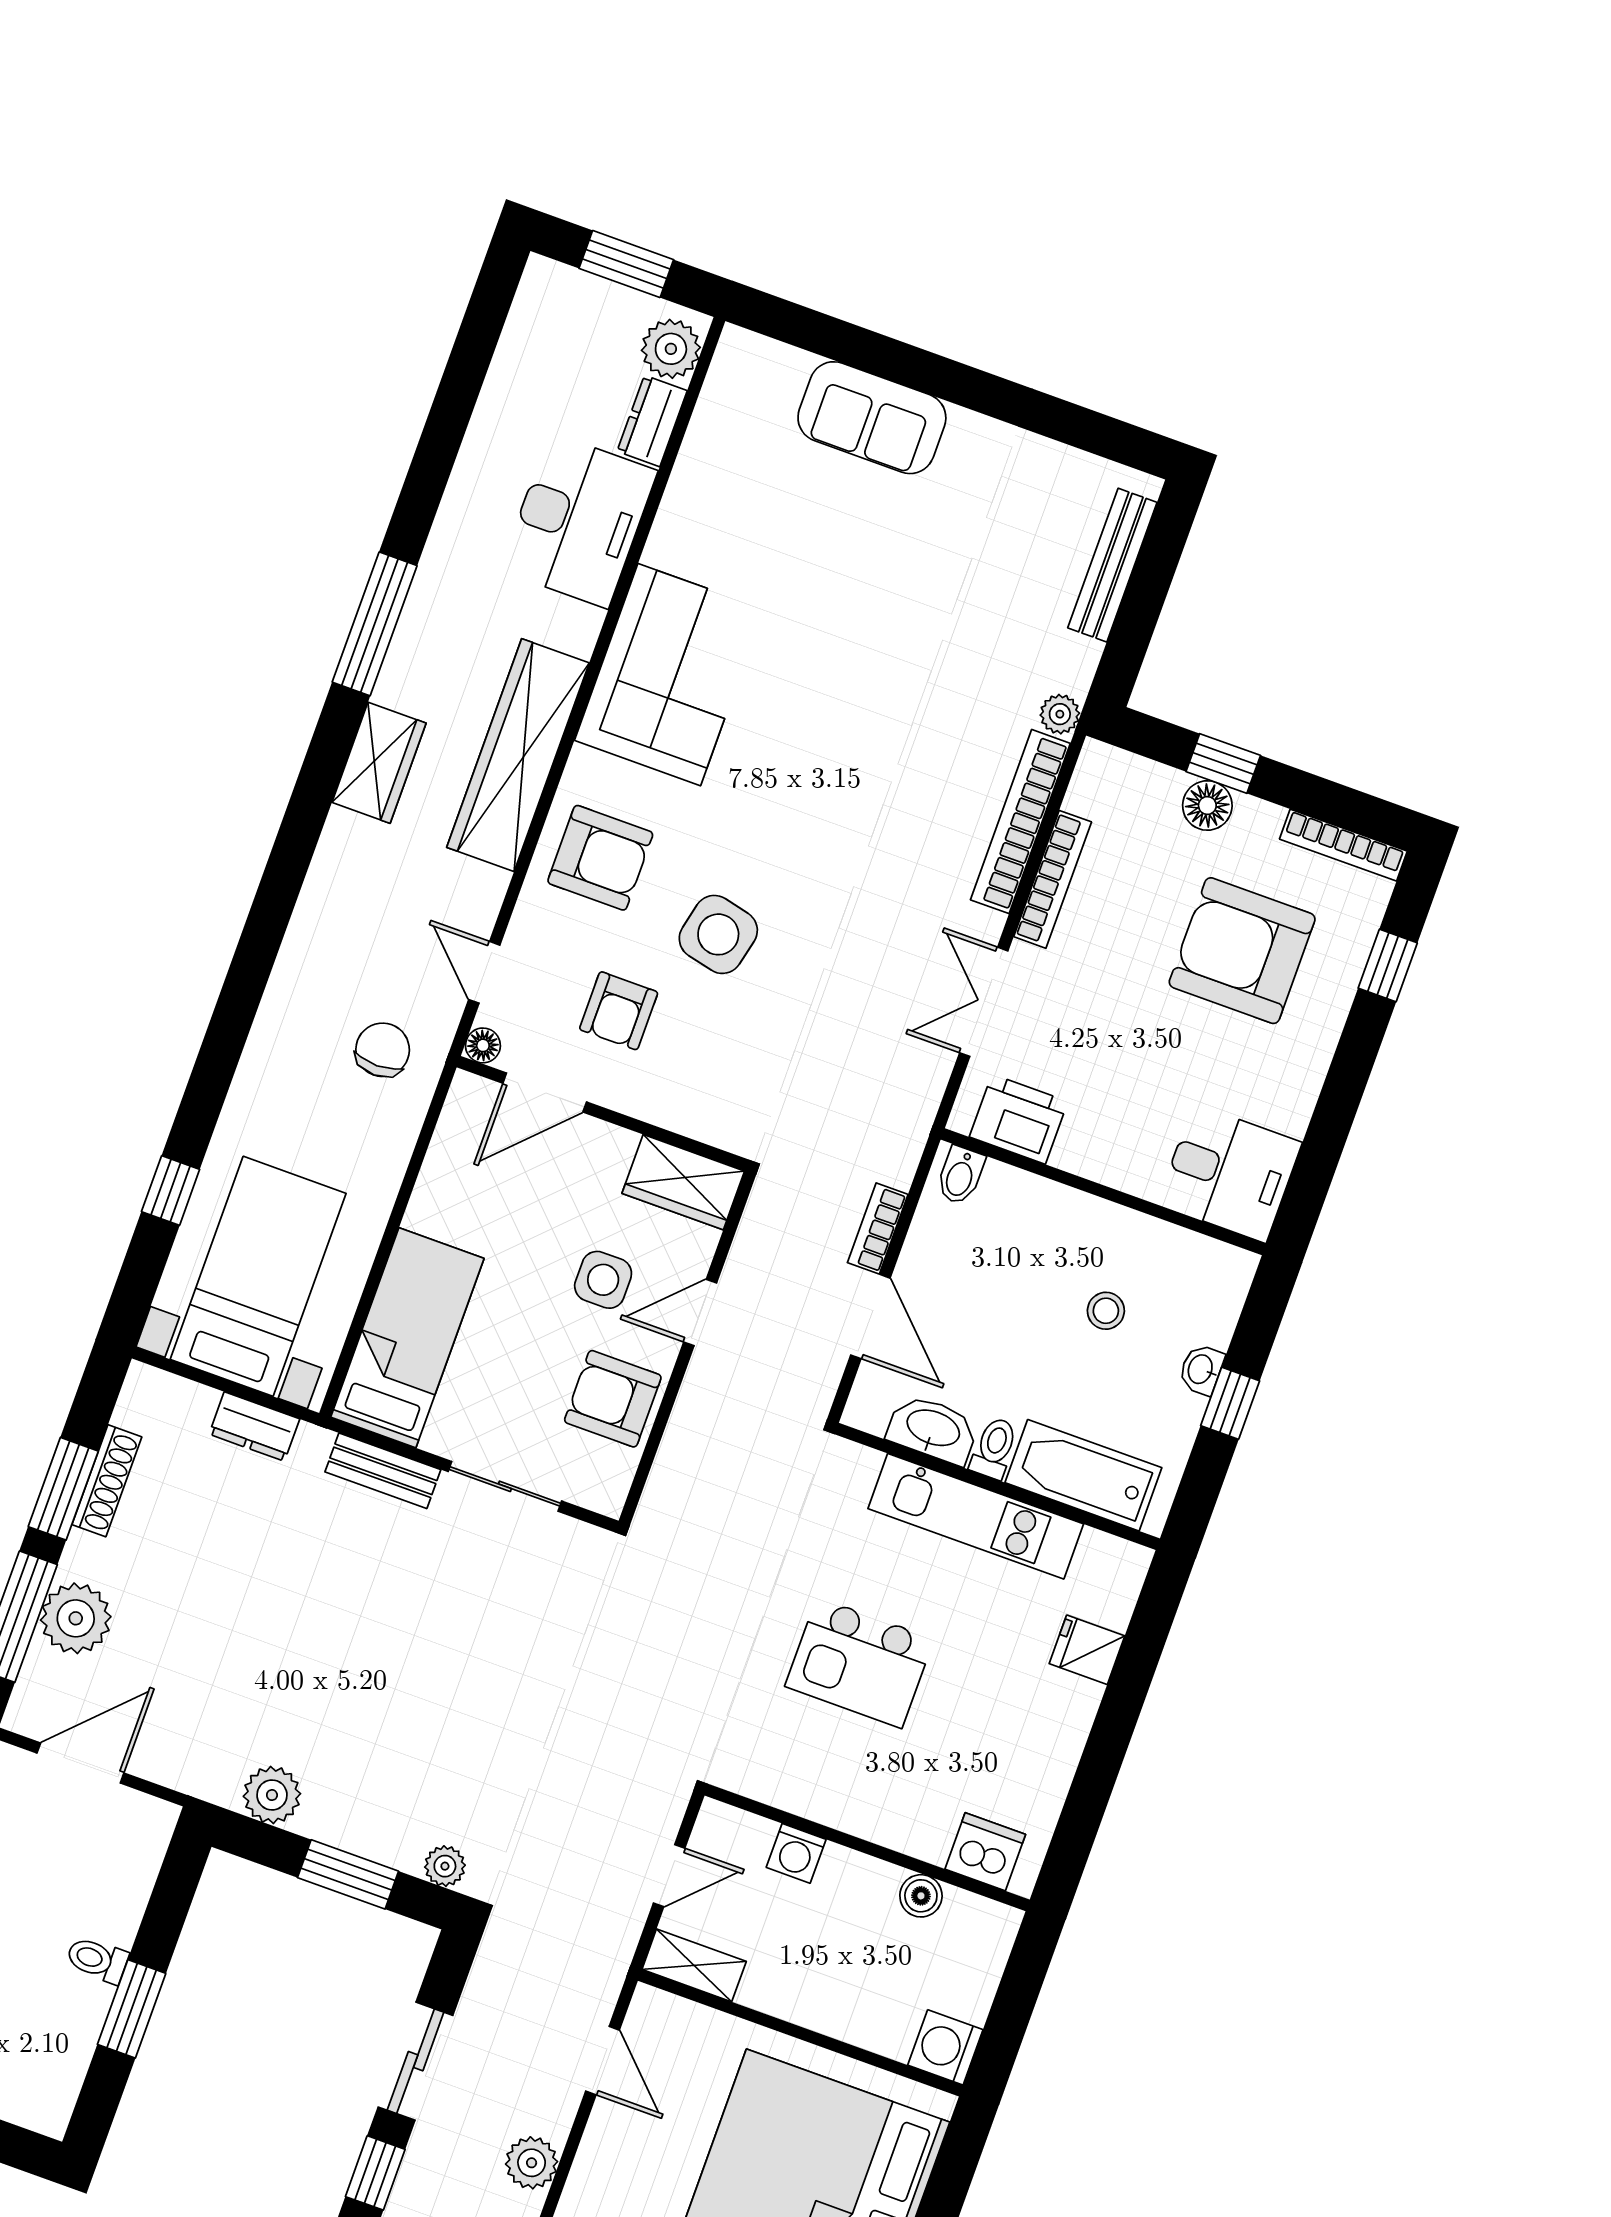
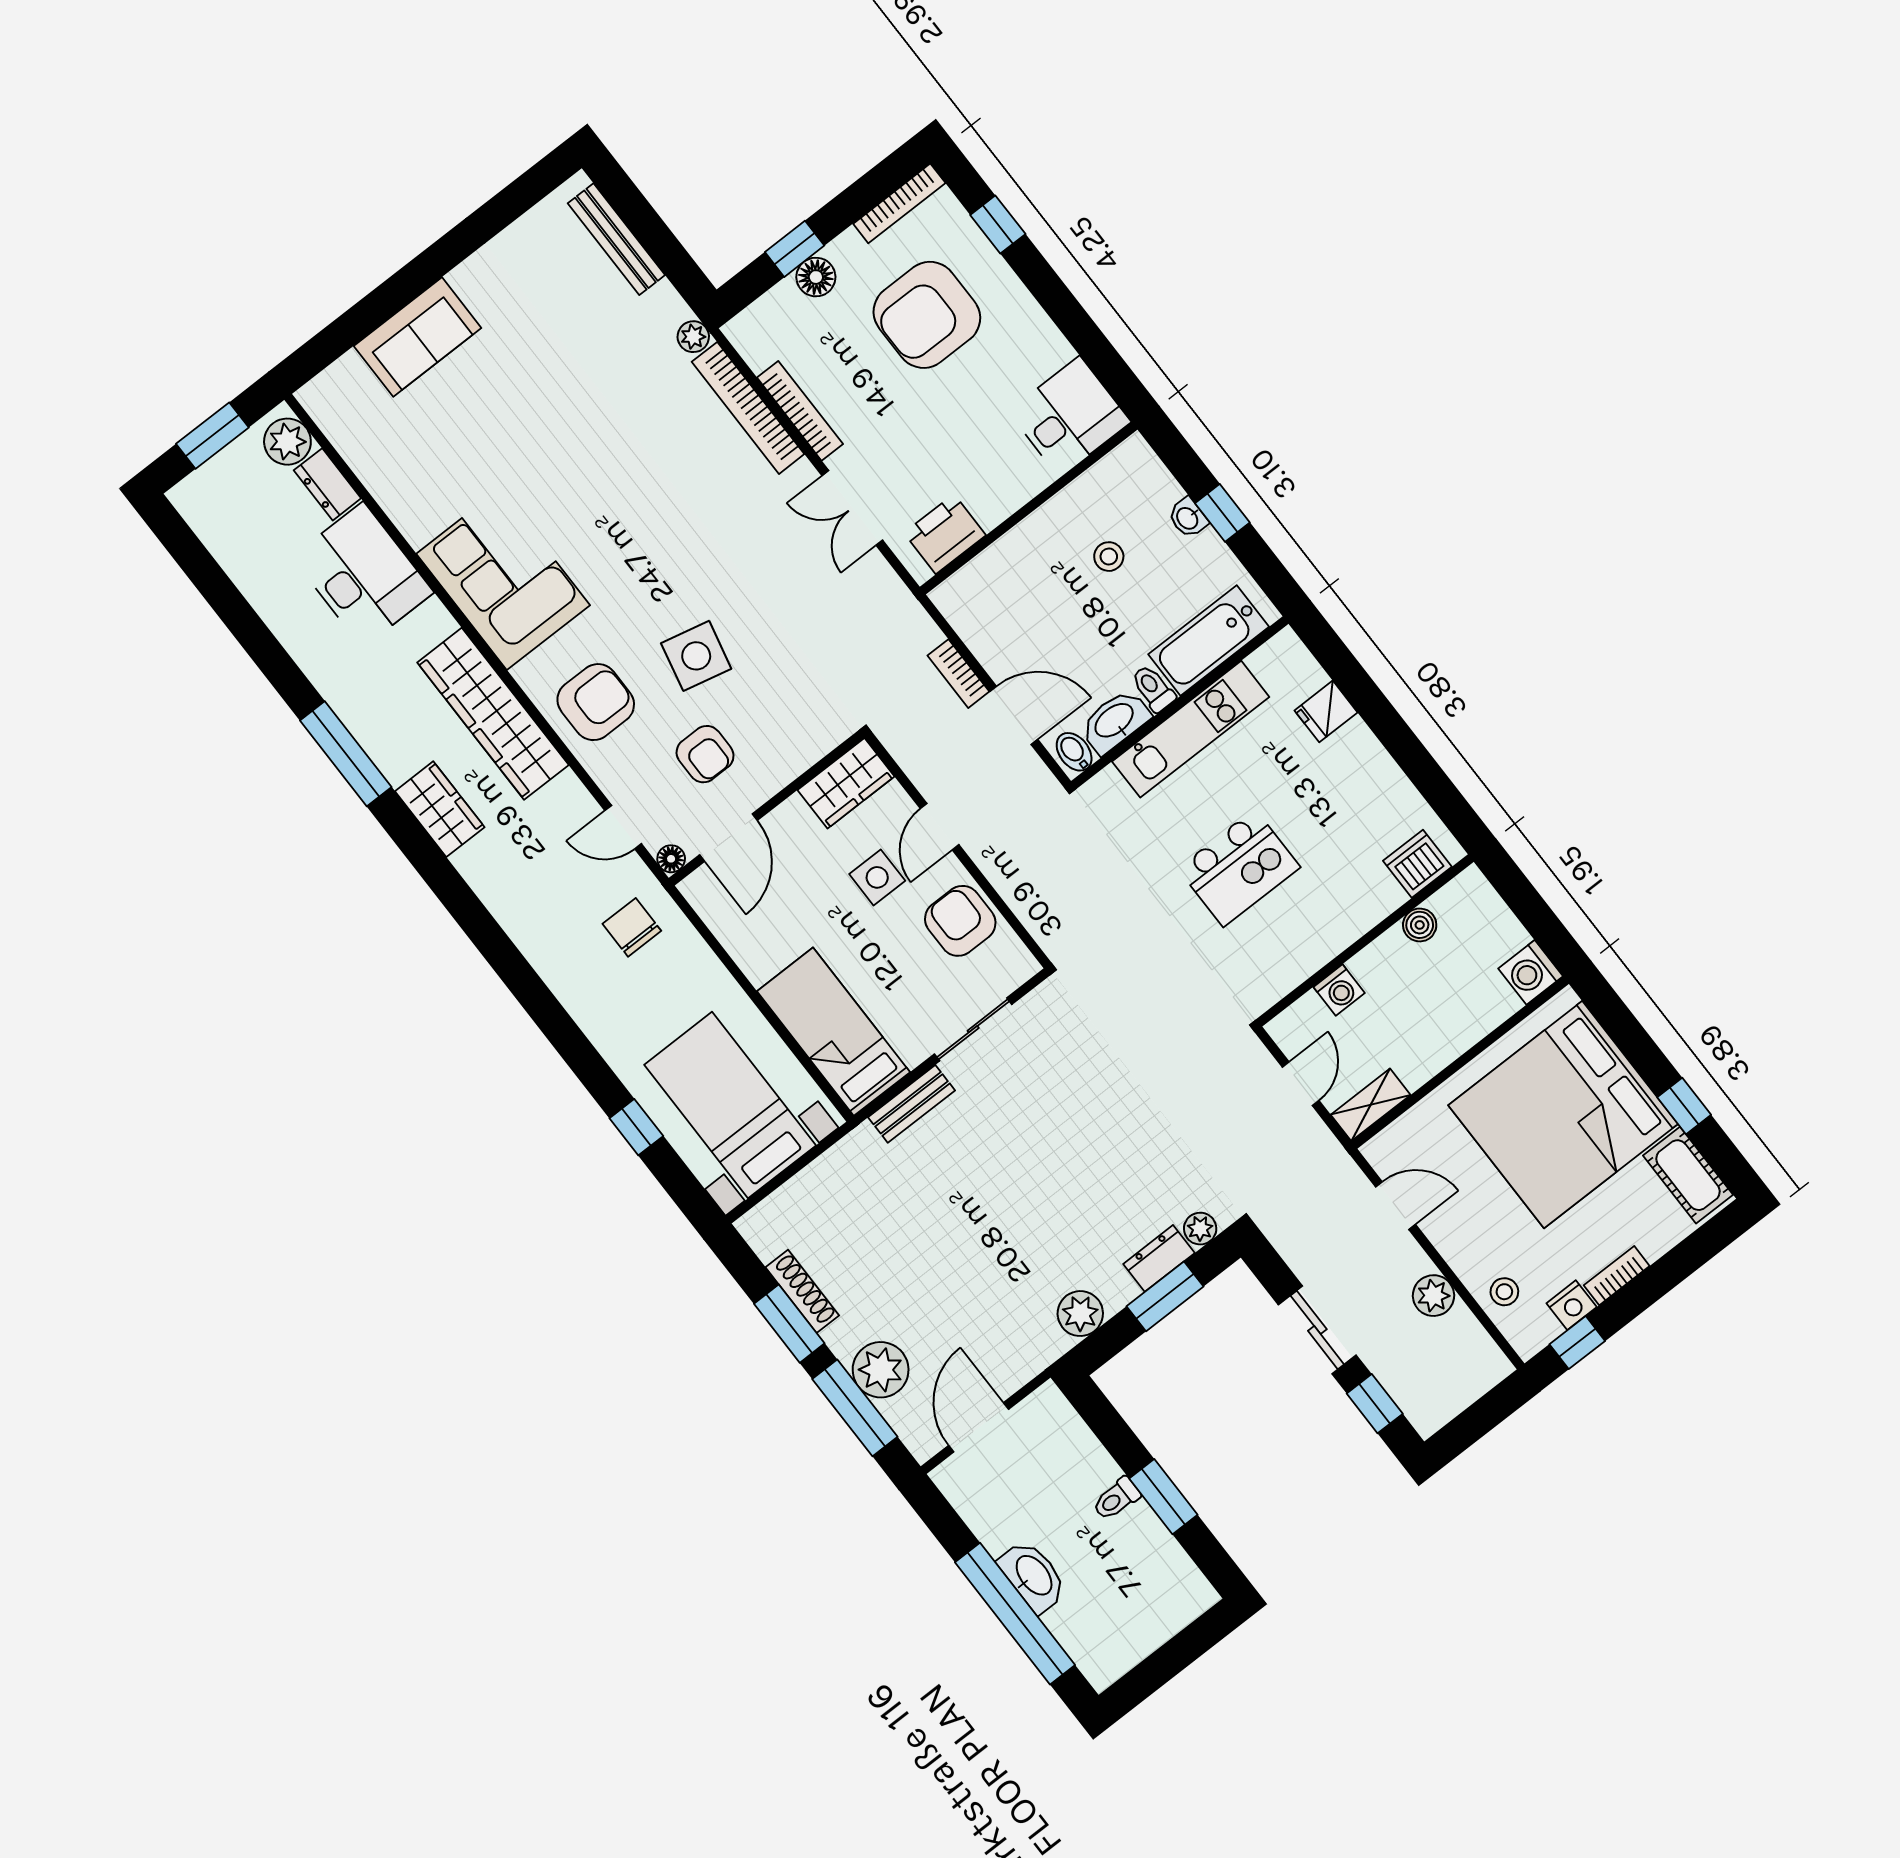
bidet: (960, 1175) -> (1074, 752), moved, turned 180
armchair: (613, 1399) -> (960, 921), turned 90
dresser: (254, 1427) -> (1159, 1258), moved, turned 180

